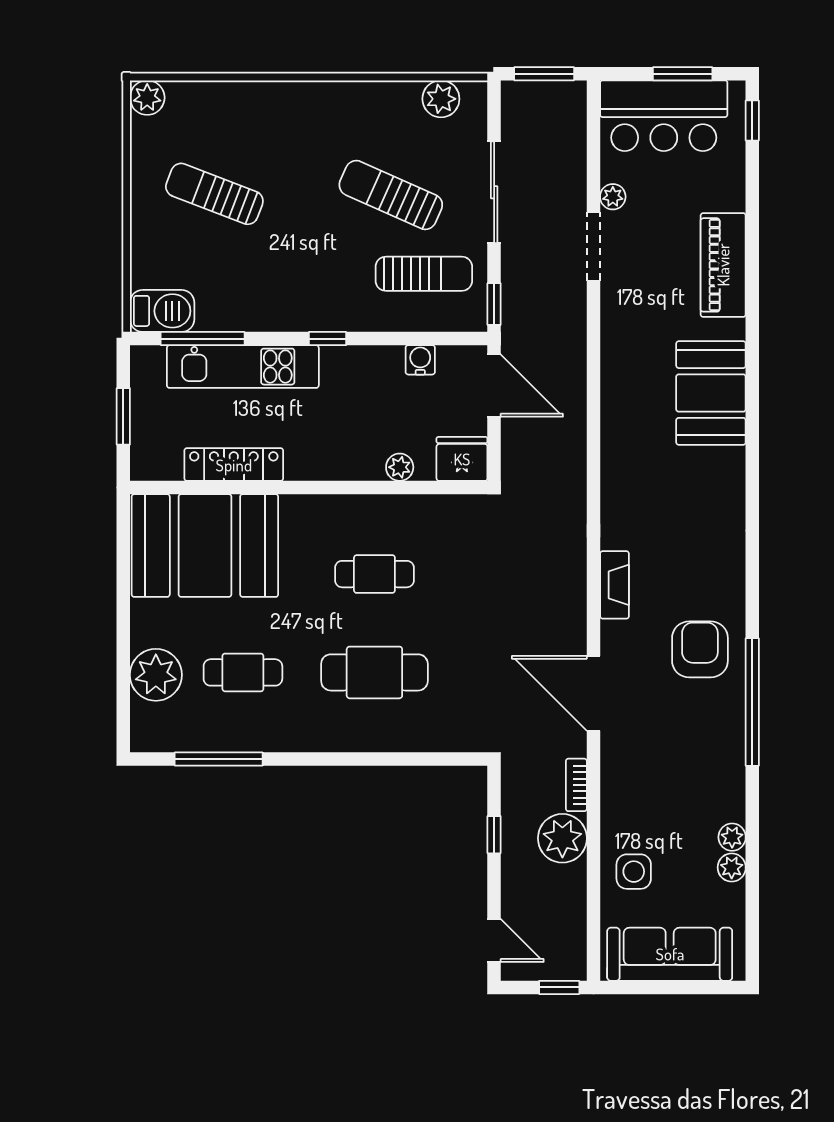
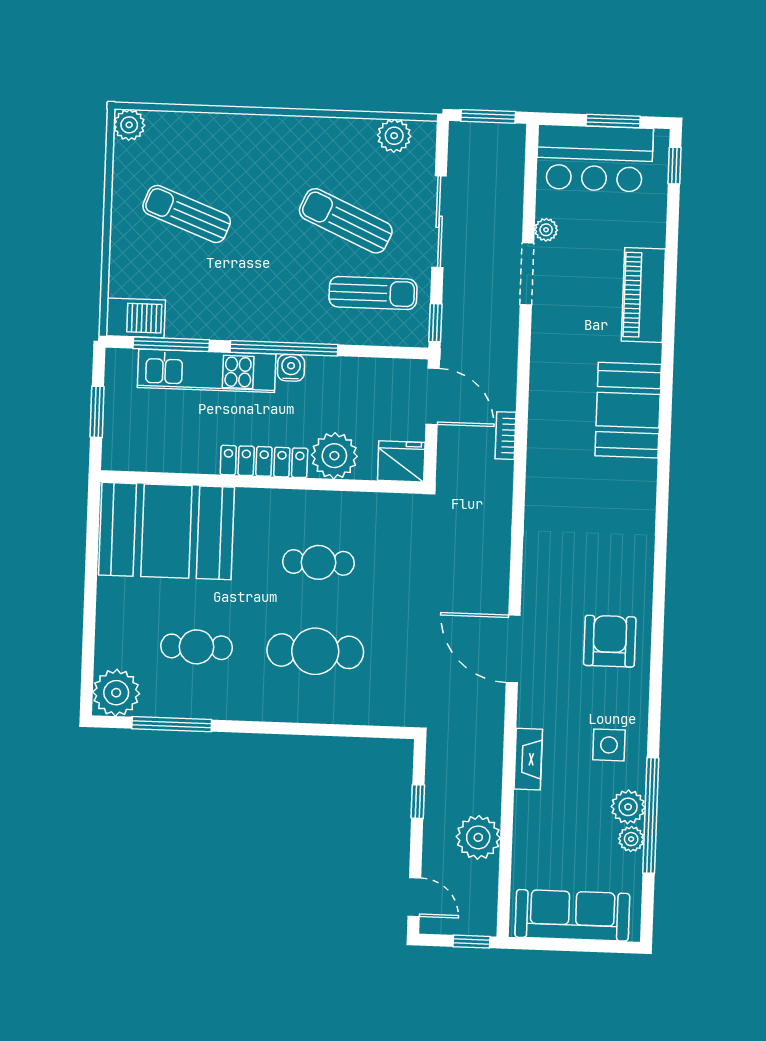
window: (327, 339) -> (284, 348), width x3.17
water cooler: (420, 360) -> (291, 368), moved
locker: (234, 465) -> (264, 461), moved
plant: (400, 467) -> (334, 456), width x1.87, depth x1.87
fireplace: (614, 585) -> (528, 759), moved
plant: (156, 675) -> (116, 693), moved
door: (593, 693) -> (513, 649), moved
window: (752, 702) -> (651, 815), moved
bookcase: (576, 785) -> (506, 436), moved
plant: (732, 837) -> (628, 807), width x1.38, depth x1.38
plant: (562, 838) -> (478, 837), moved
side table: (634, 872) -> (609, 745), moved

